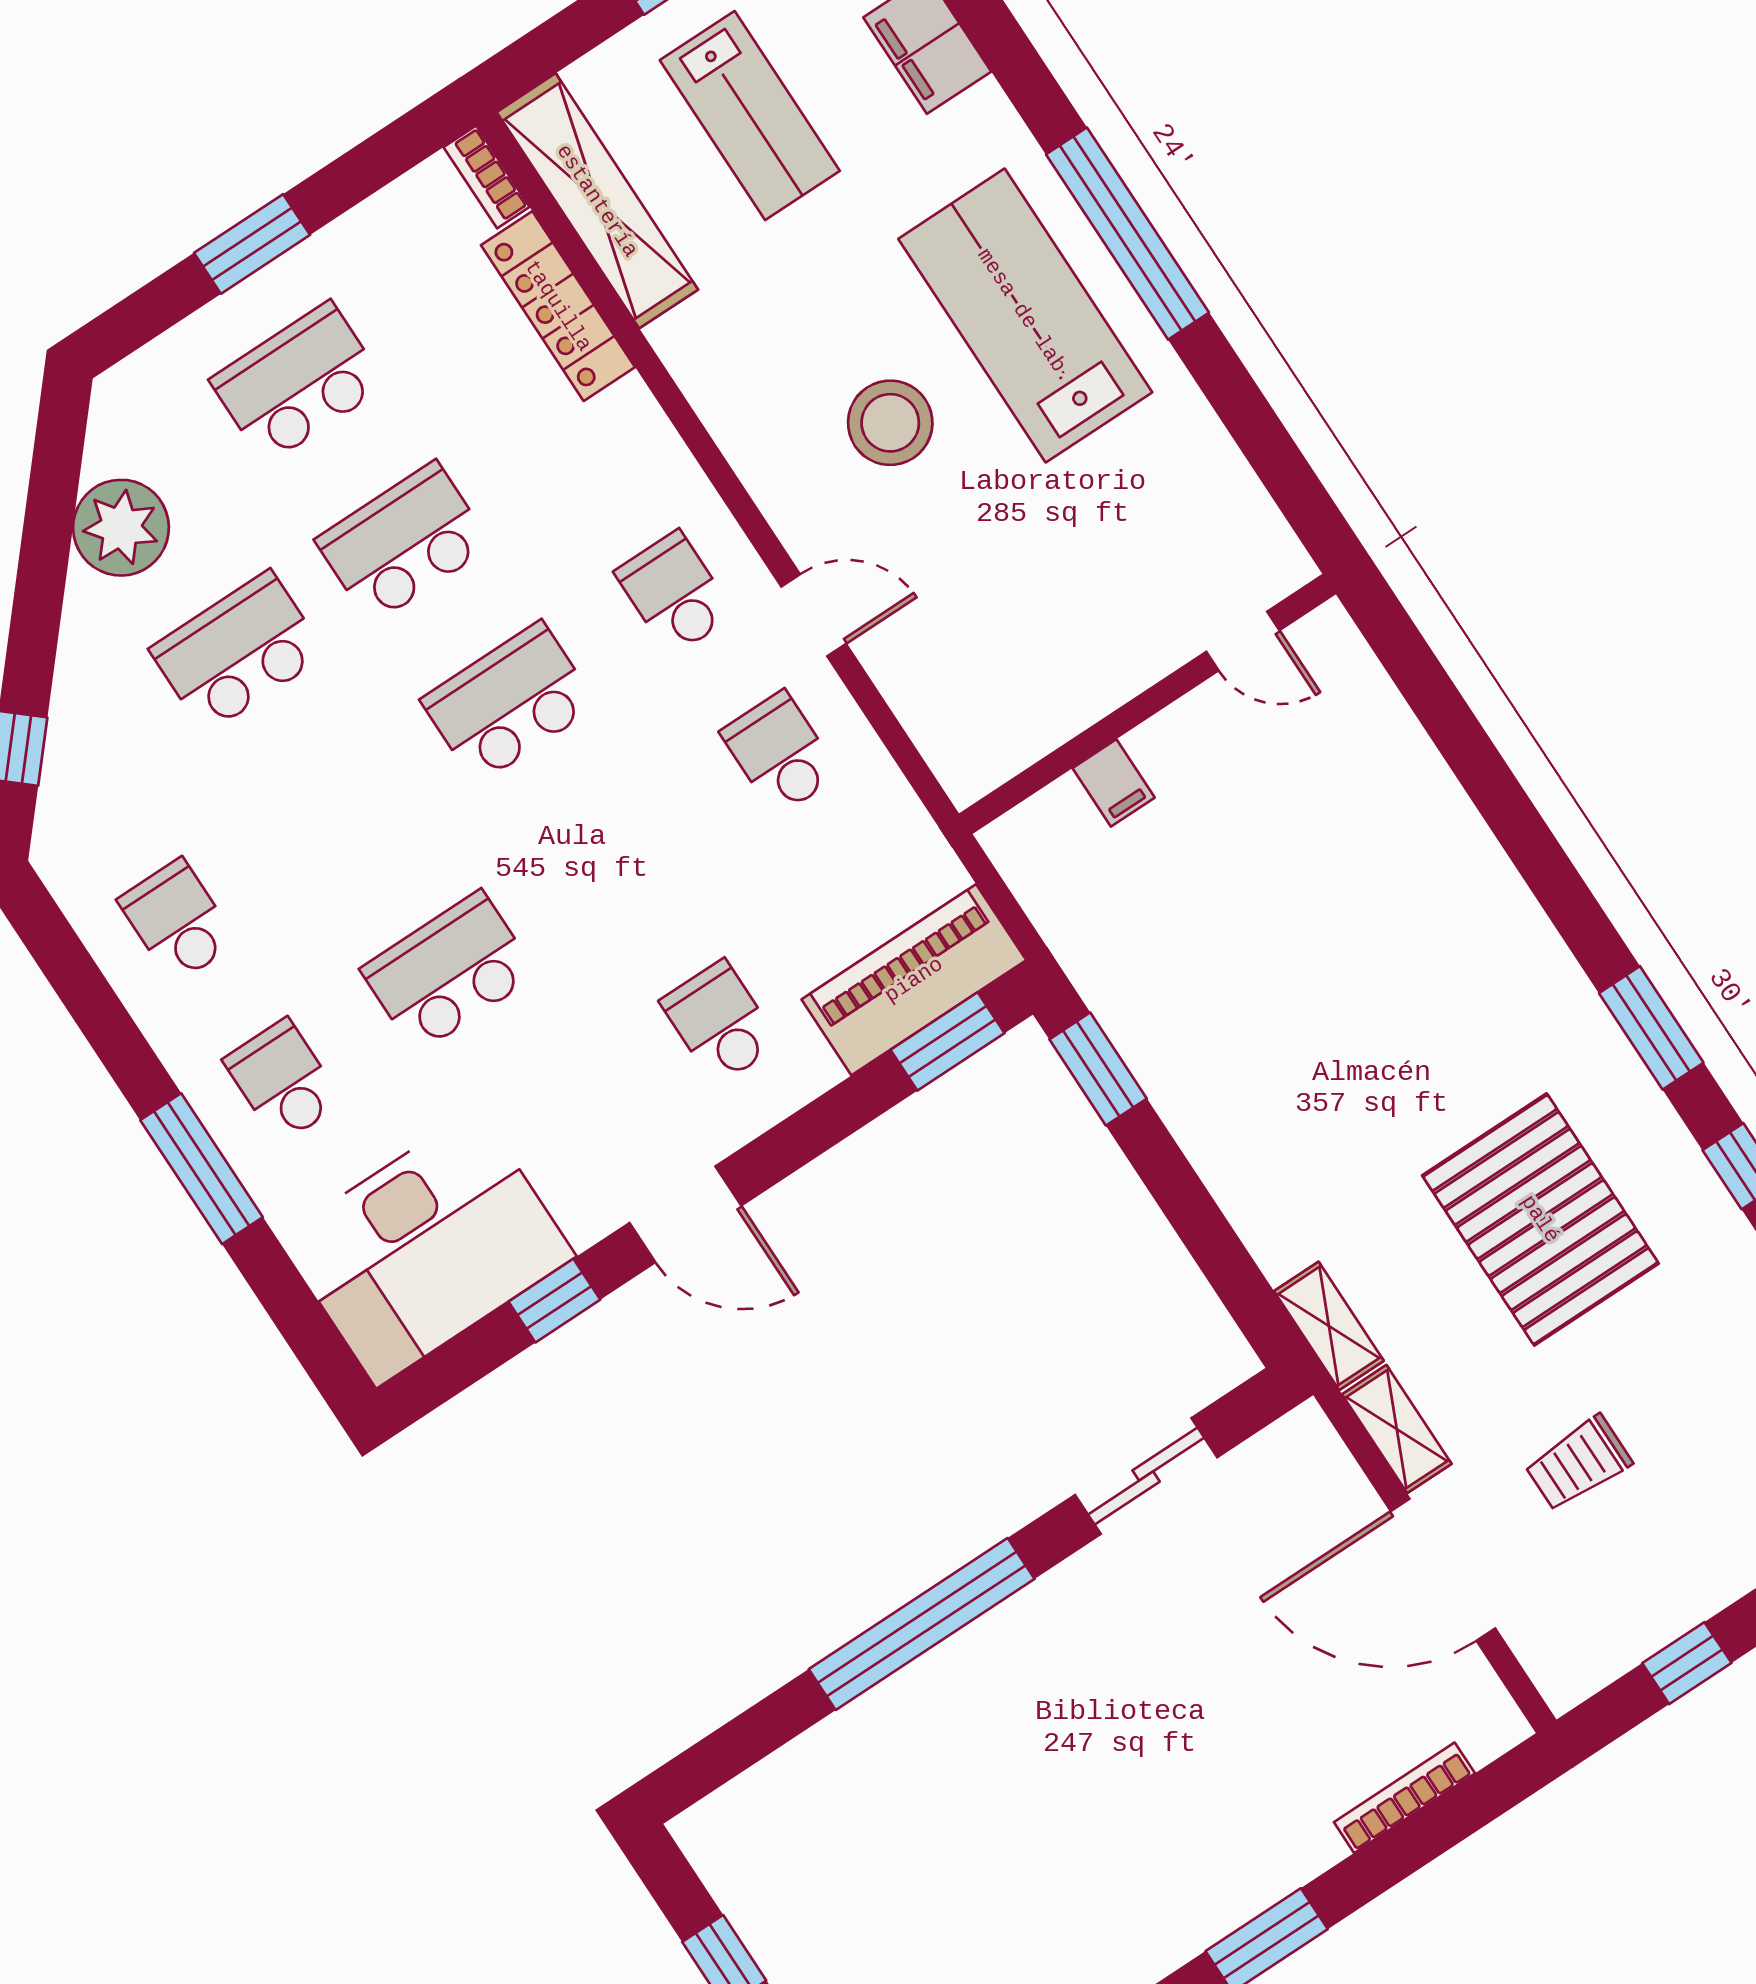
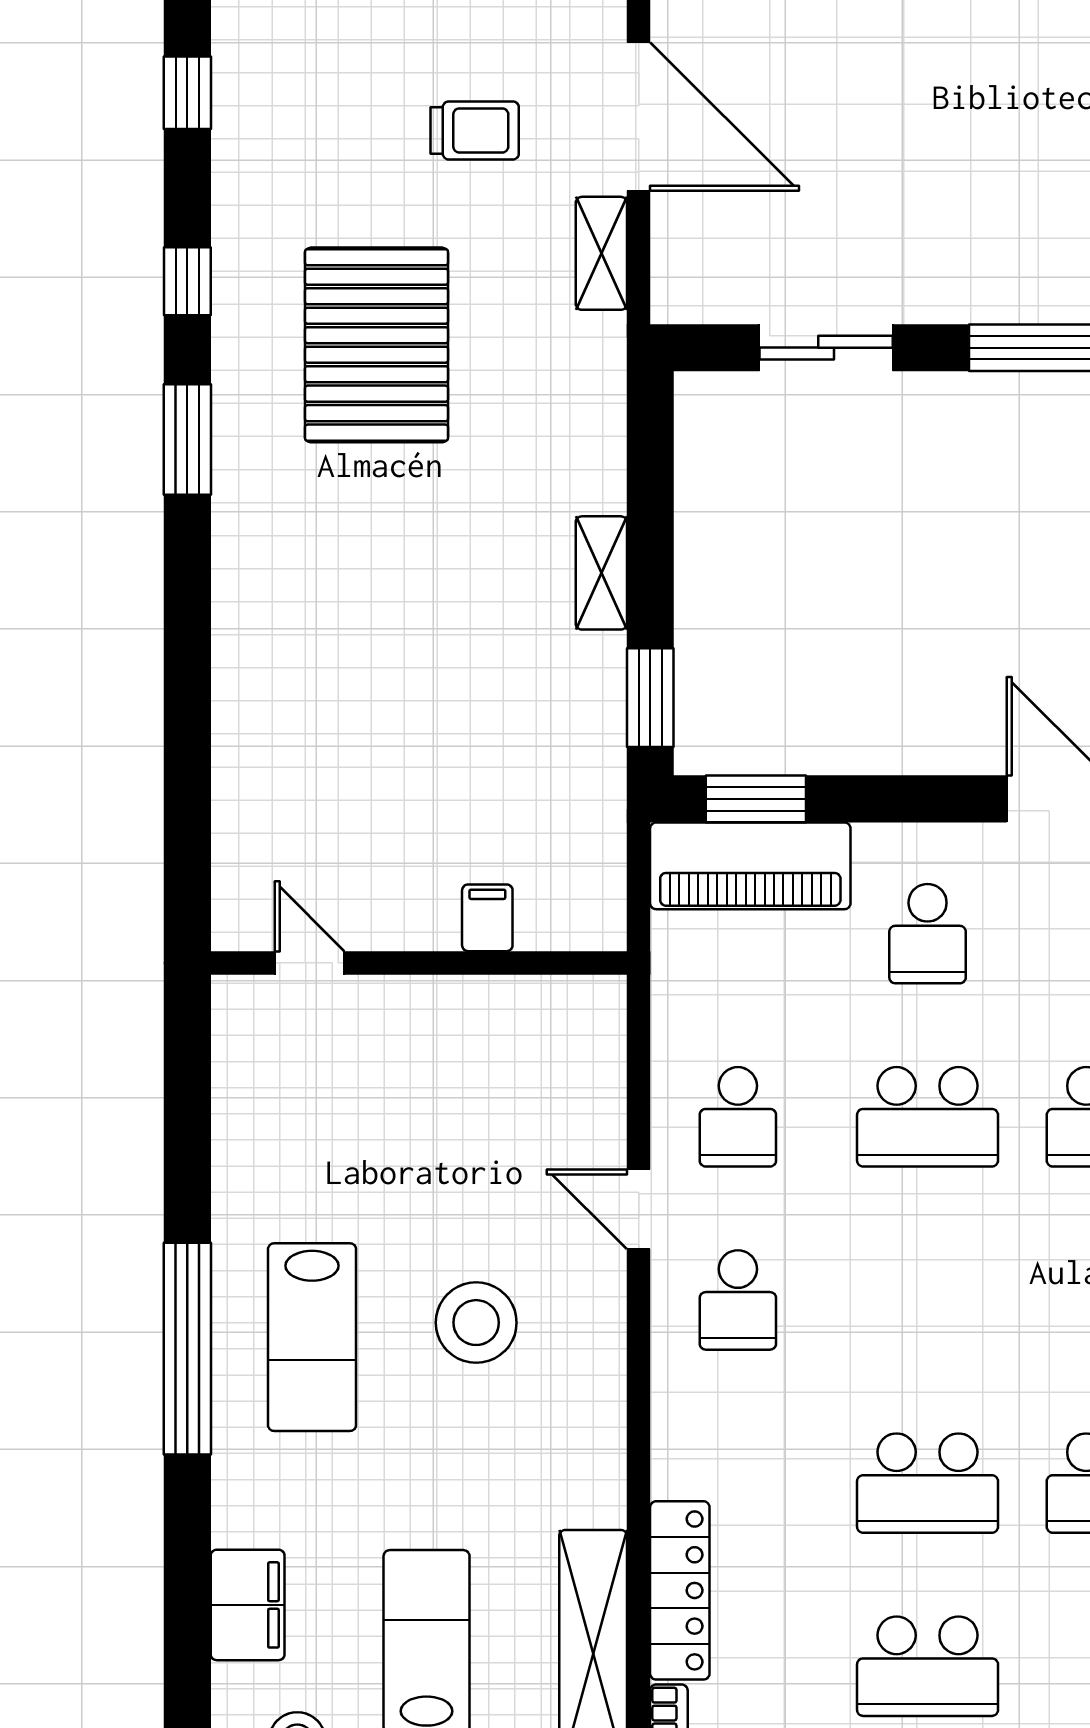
lab bench: (1025, 316) -> (312, 1337), width x0.73, depth x0.72
school desk: (509, 703) -> (928, 1117), moved
shelving: (1329, 1326) -> (601, 573), moved

